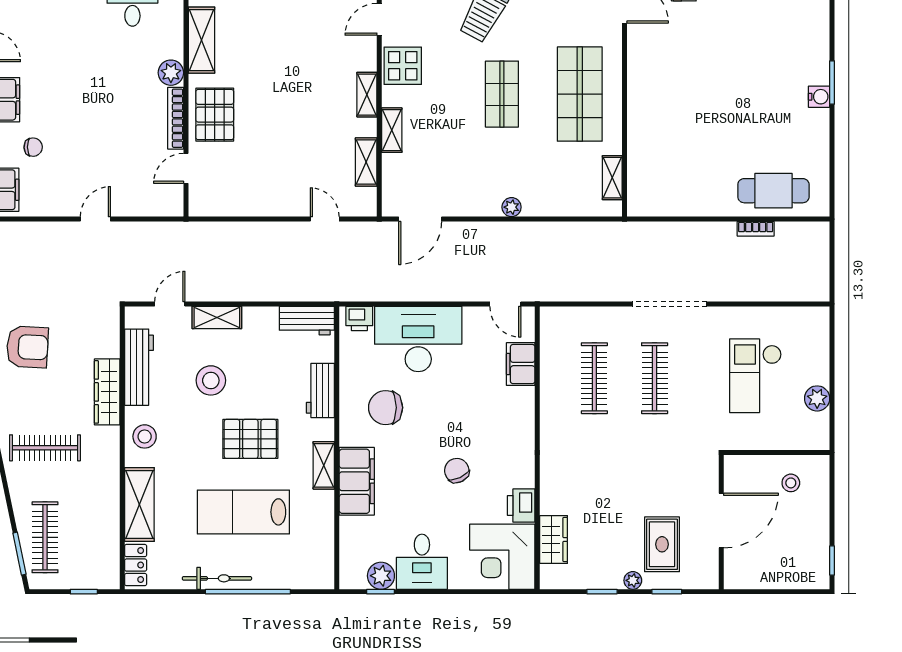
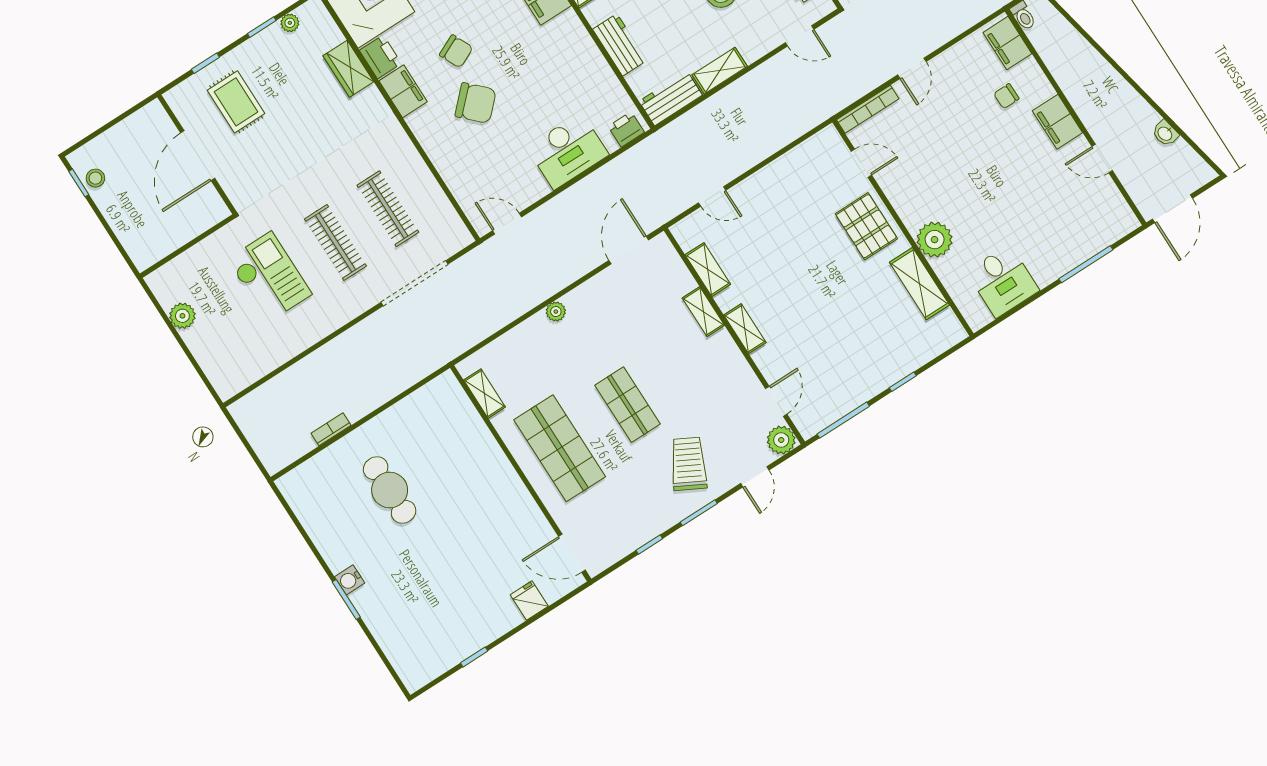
display table: (403, 66) -> (730, 374), removed
plant: (171, 73) -> (935, 240), width x1.36, depth x1.36
bookcase: (176, 118) -> (868, 109), moved, turned 90
door: (186, 168) -> (861, 163), hinge flipped
cafe table: (773, 191) -> (390, 490), moved, turned 90
door: (170, 304) -> (800, 36), hinge flipped
doorway: (670, 304) -> (414, 283), moved
shelving: (217, 317) -> (720, 71), moved
desk: (418, 339) -> (568, 151), width x0.73, depth x0.77
filing cabinet: (521, 364) -> (403, 91), moved
checkout: (755, 376) -> (270, 277), moved
chair: (386, 408) -> (476, 103), moved, turned 45
stool: (791, 483) -> (95, 178), moved
wardrobe: (554, 540) -> (348, 69), moved
plant: (633, 580) -> (290, 23), moved

